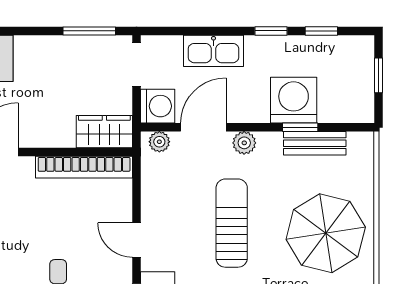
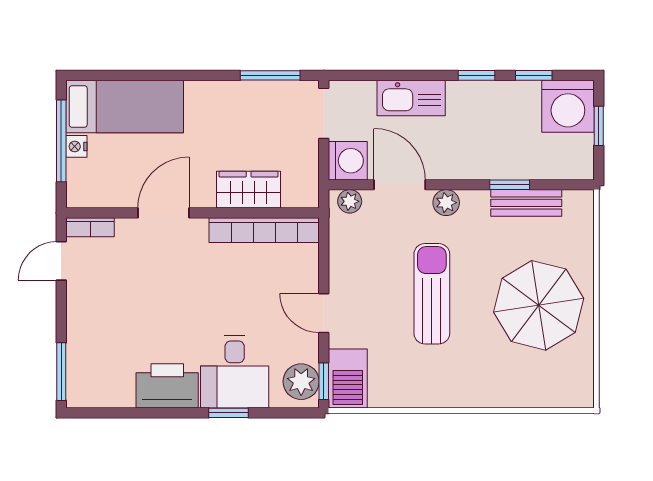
washing machine: (294, 100) -> (568, 106), moved, turned 180
door: (203, 127) -> (400, 185), hinge flipped
wardrobe: (104, 132) -> (249, 190), moved

